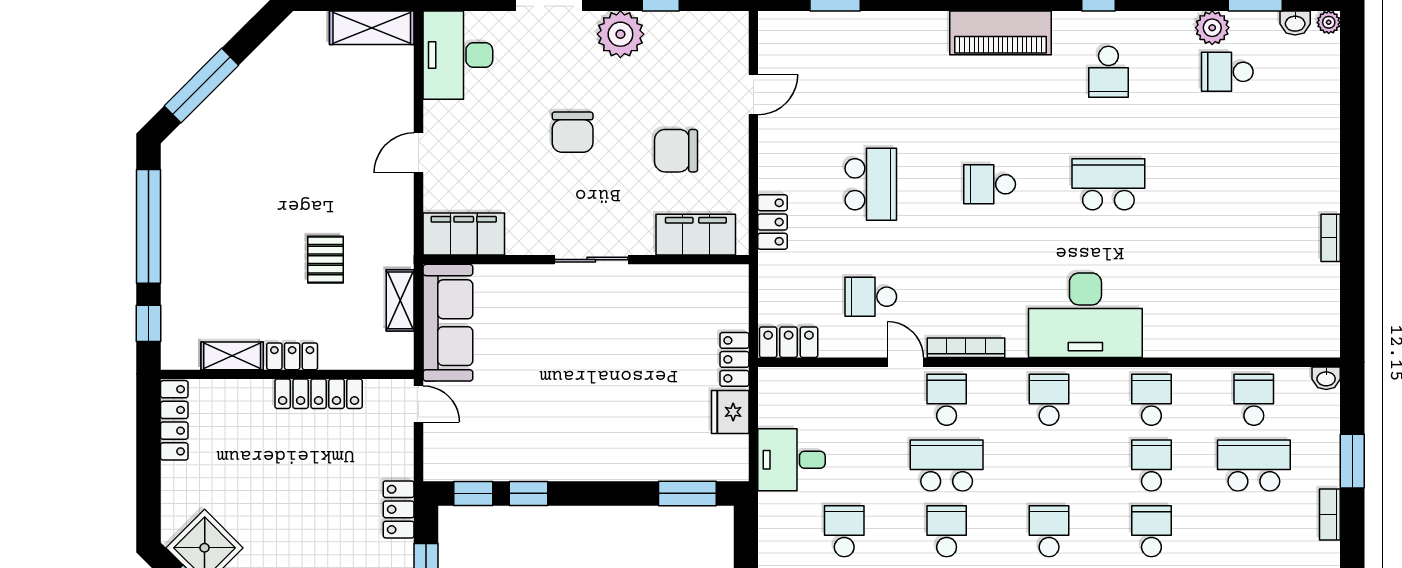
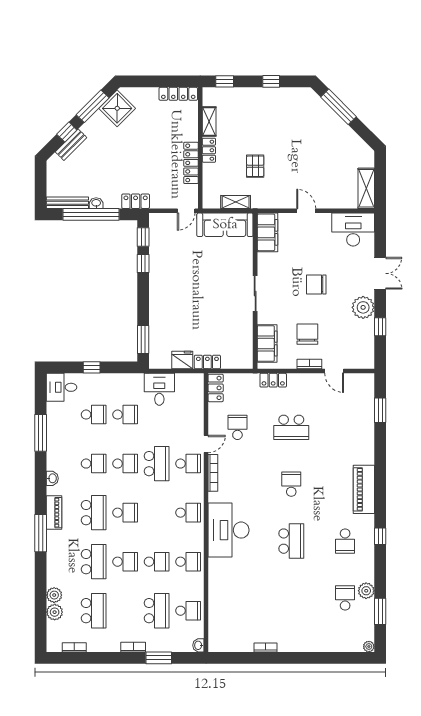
washbasin: (1295, 23) -> (368, 630), removed
school desk: (1108, 72) -> (345, 541), turned -90
bookcase: (739, 147) -> (309, 364), added
window: (148, 226) -> (271, 81), width x0.32
pallet: (325, 260) -> (255, 166), turned 90

